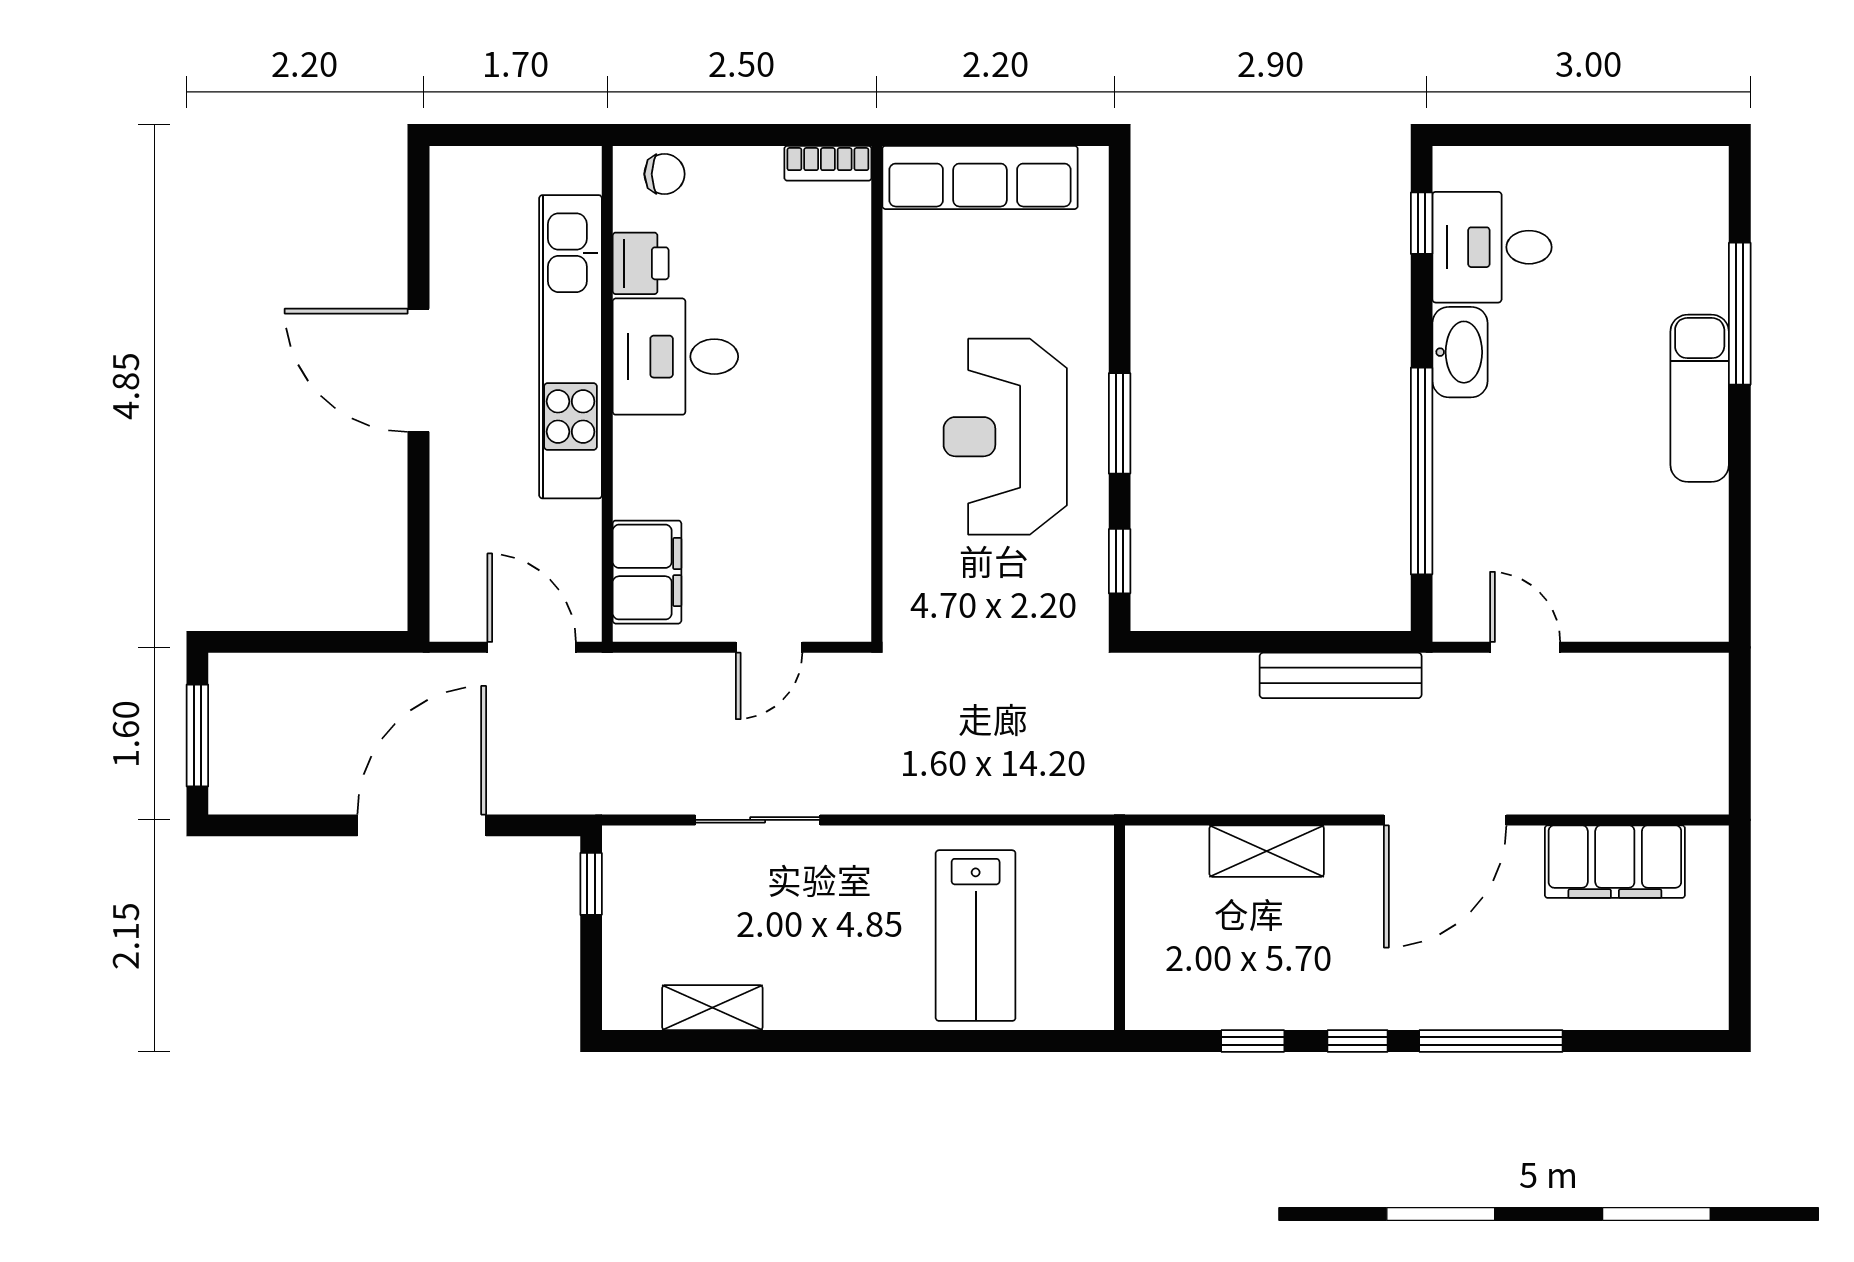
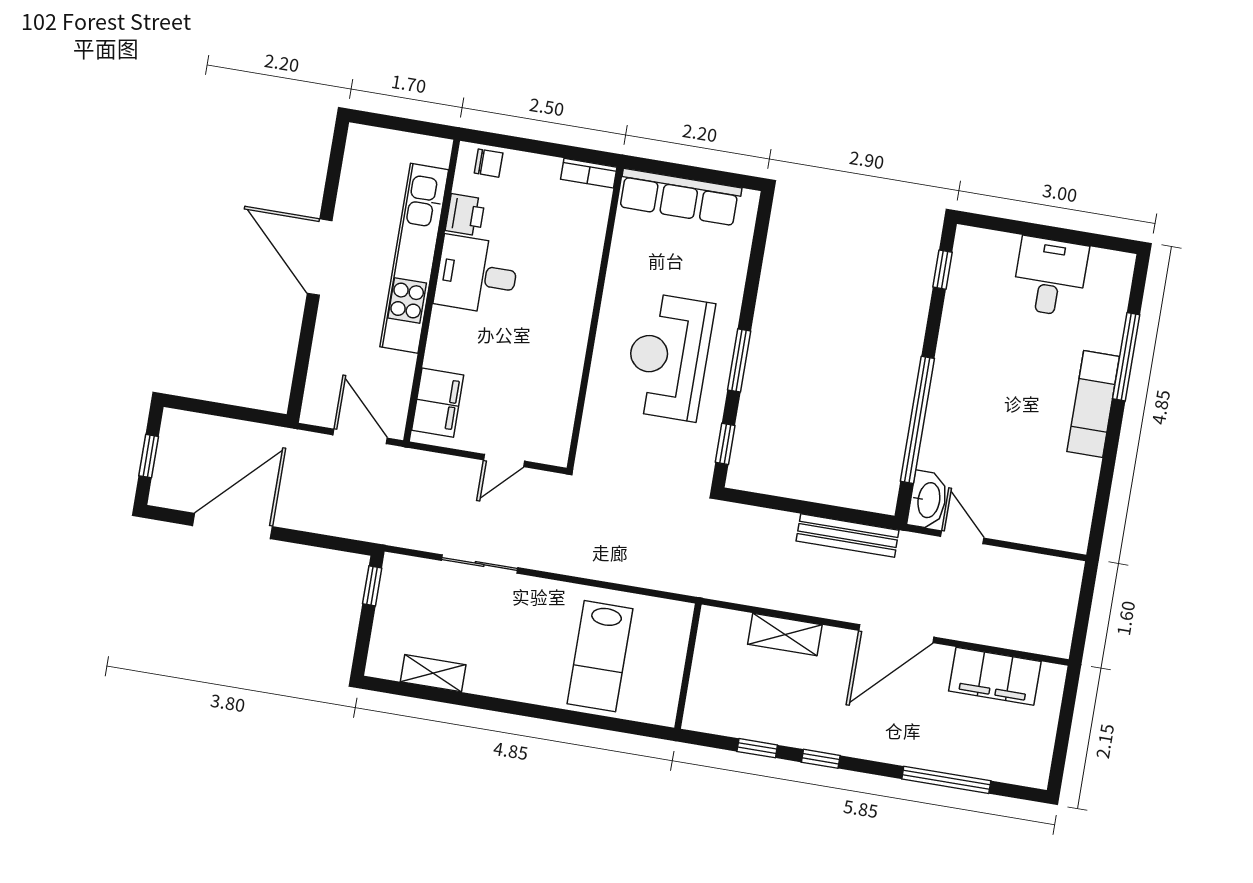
desk: (1492, 247) -> (1050, 277), moved, turned 90
washbasin: (1460, 352) -> (928, 500), moved
window: (197, 736) -> (149, 456), width x0.67
door: (422, 825) -> (233, 526), moved
window: (1491, 1041) -> (946, 780), moved

